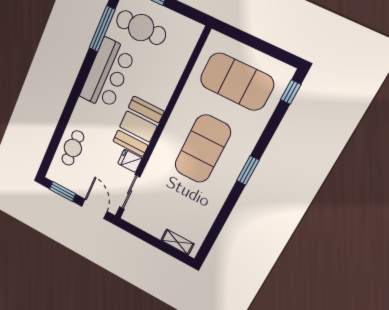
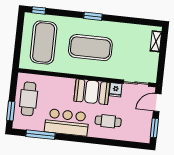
cafe table: (141, 28) -> (29, 99), moved
cafe table: (73, 148) -> (108, 121), moved

